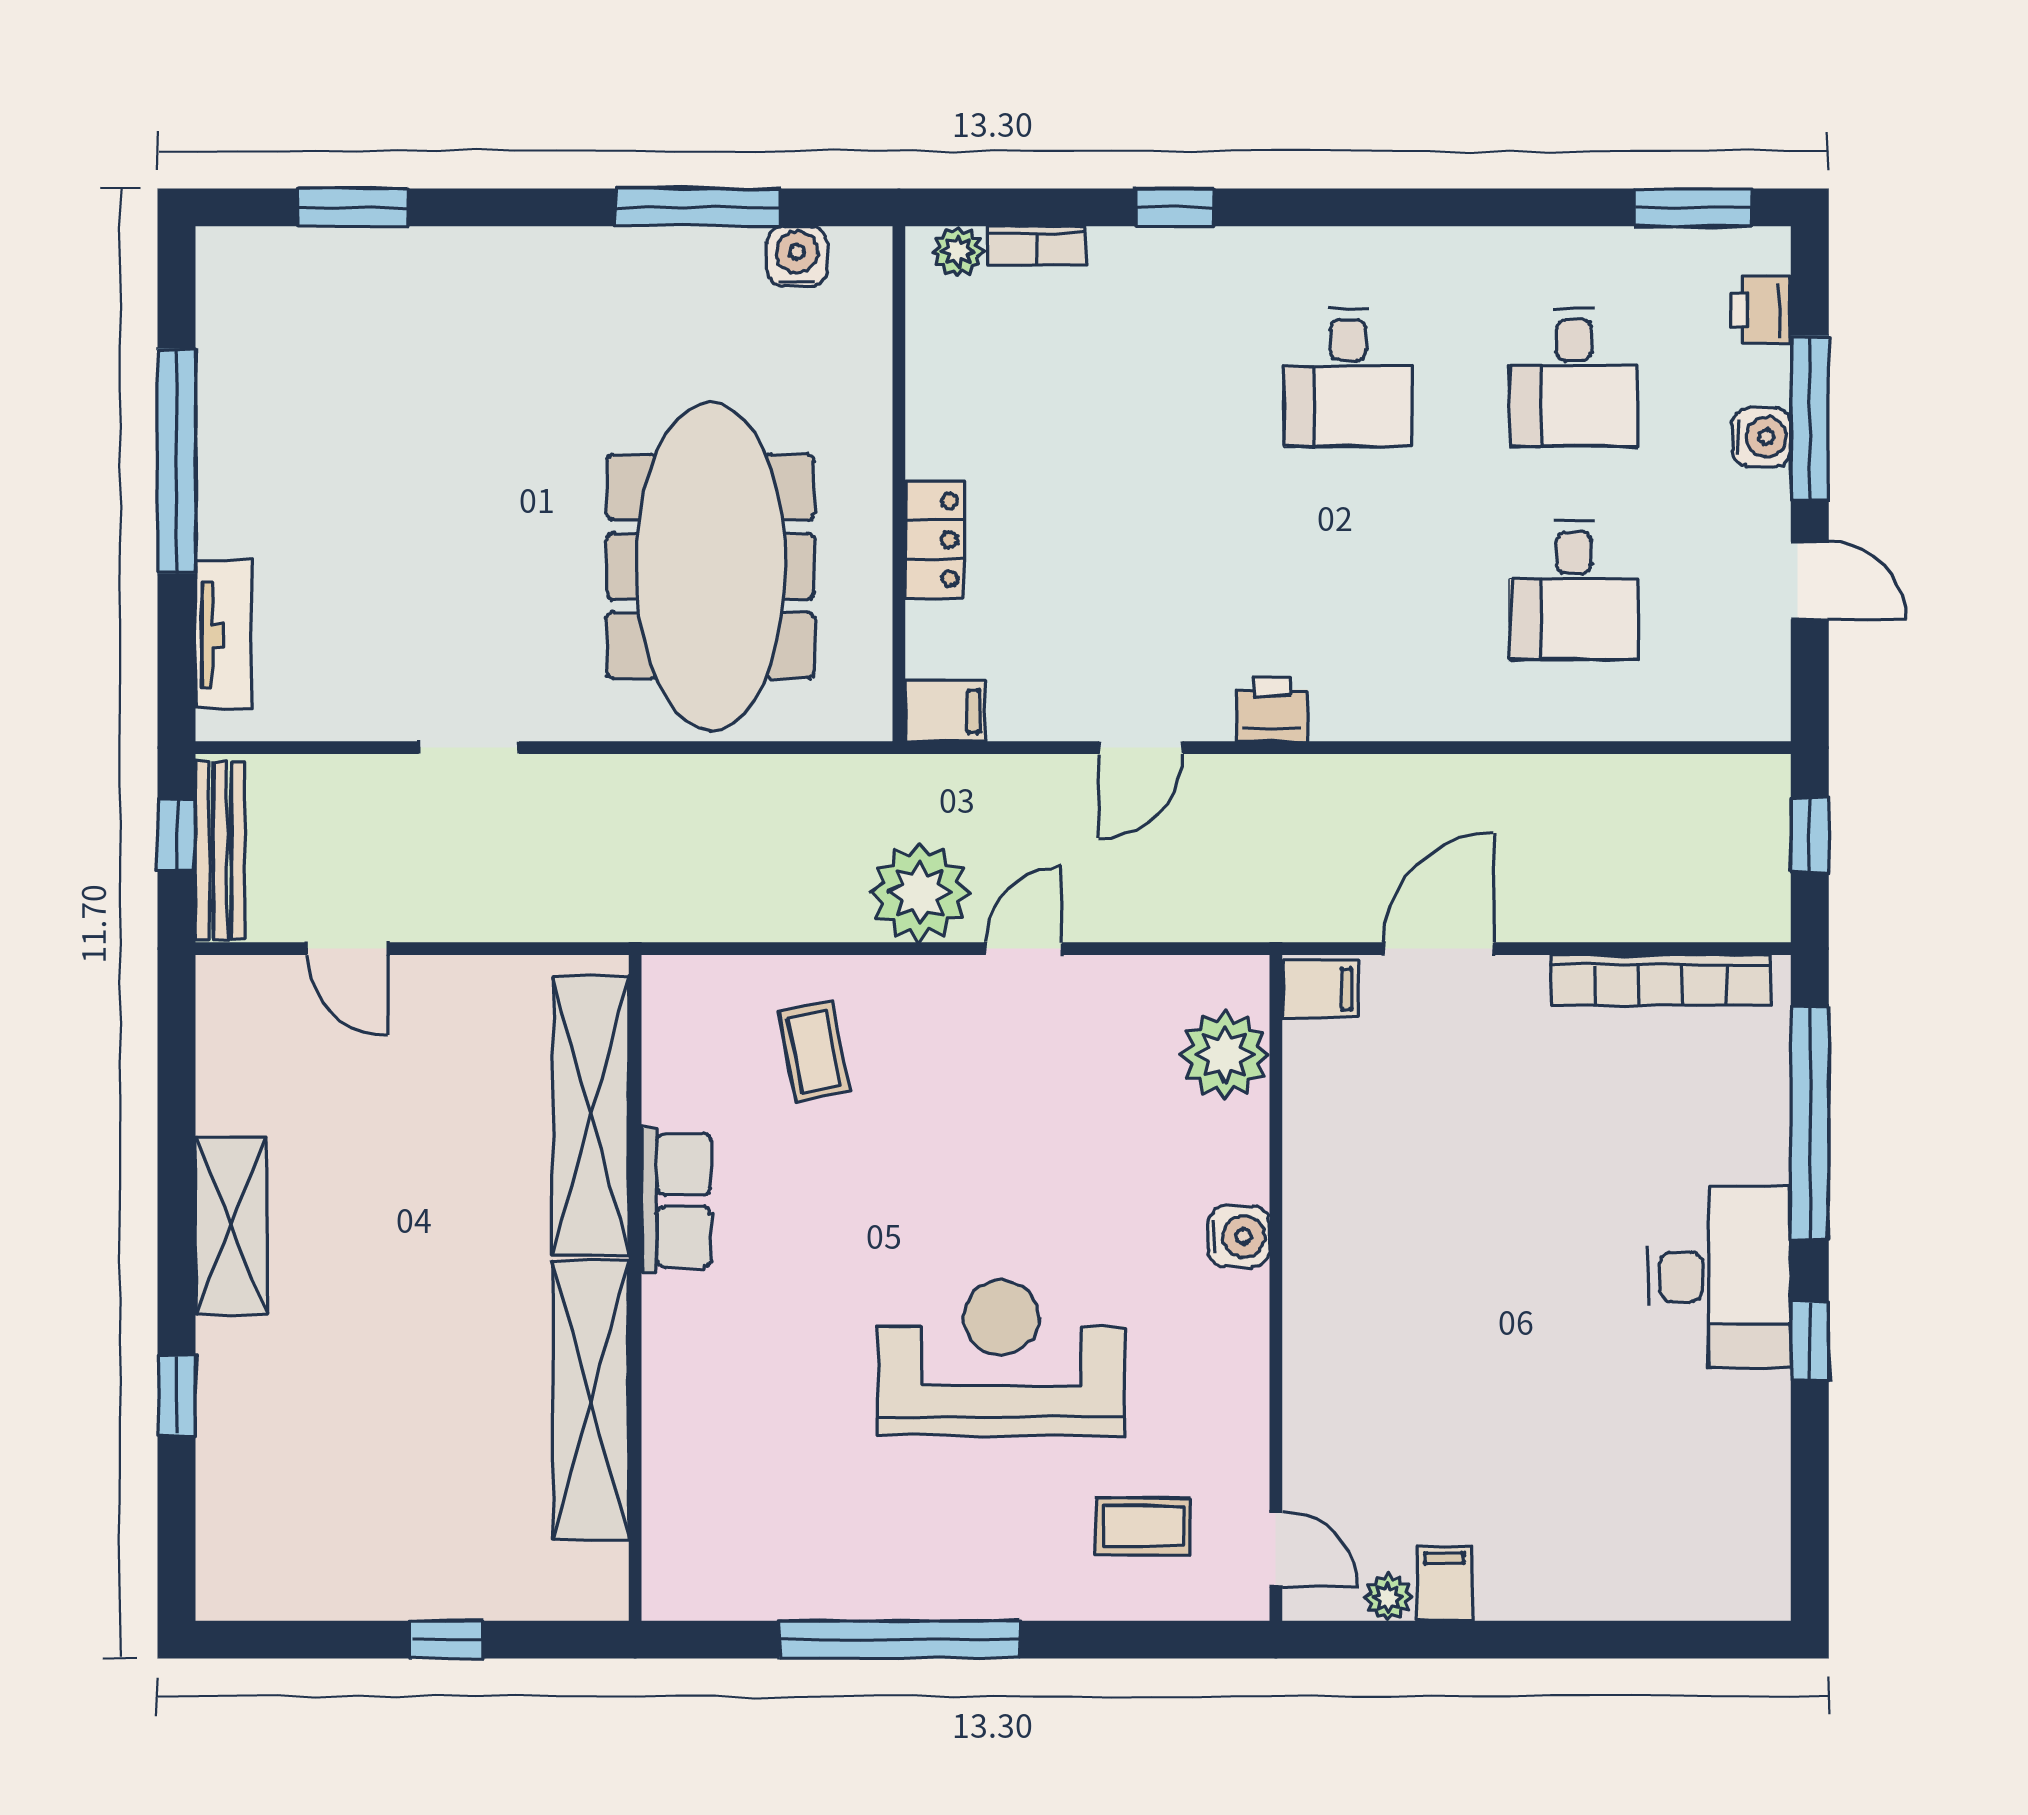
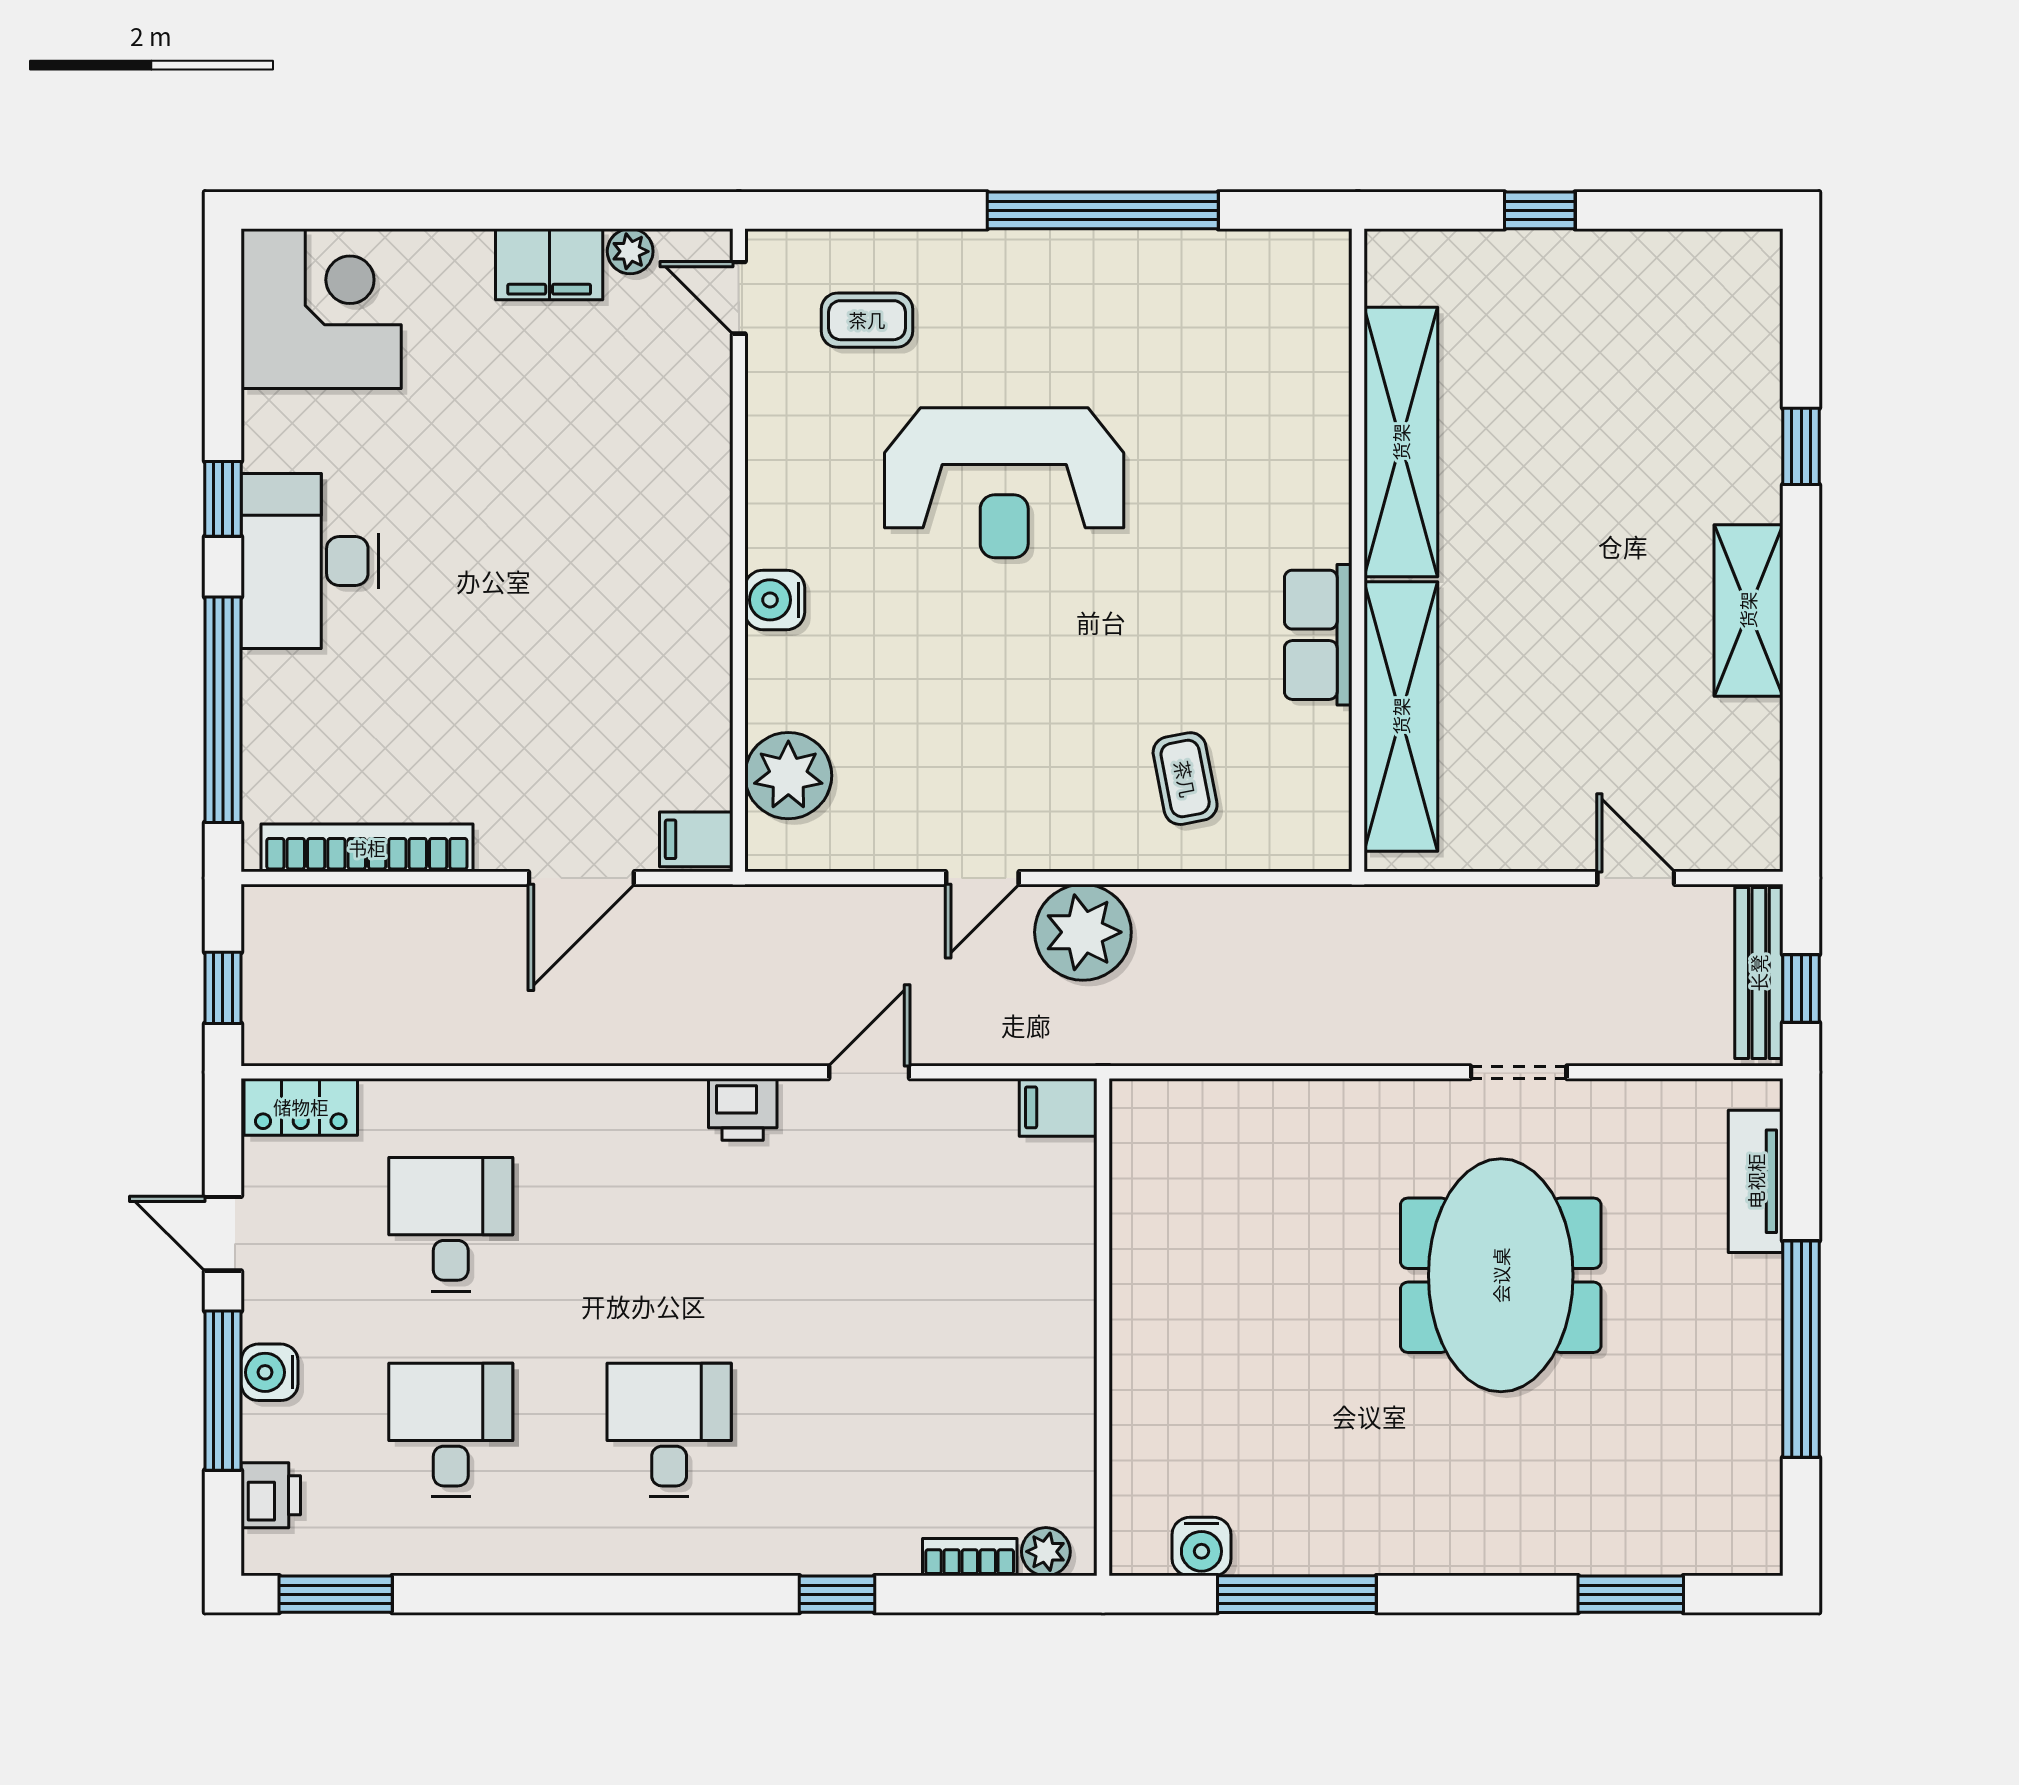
locker: (935, 540) -> (301, 1107), moved, turned -90
meeting table: (711, 566) -> (1501, 1275), moved, width x0.73
corner desk: (1708, 1538) -> (321, 309), added
filing cabinet: (1445, 1584) -> (549, 264), width x2.00

